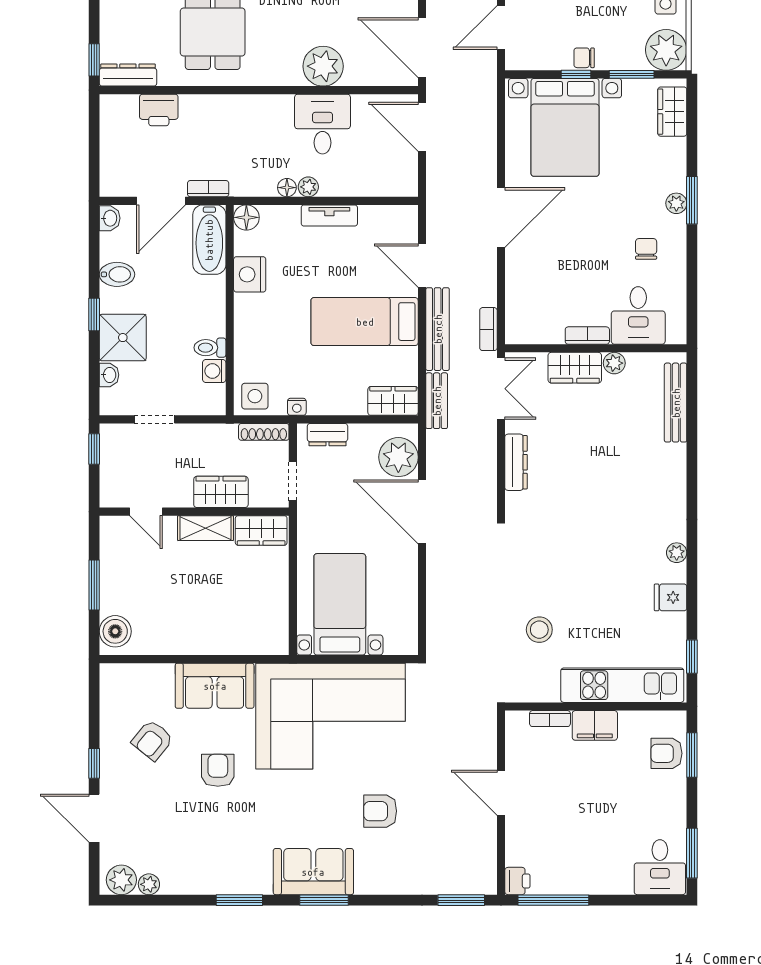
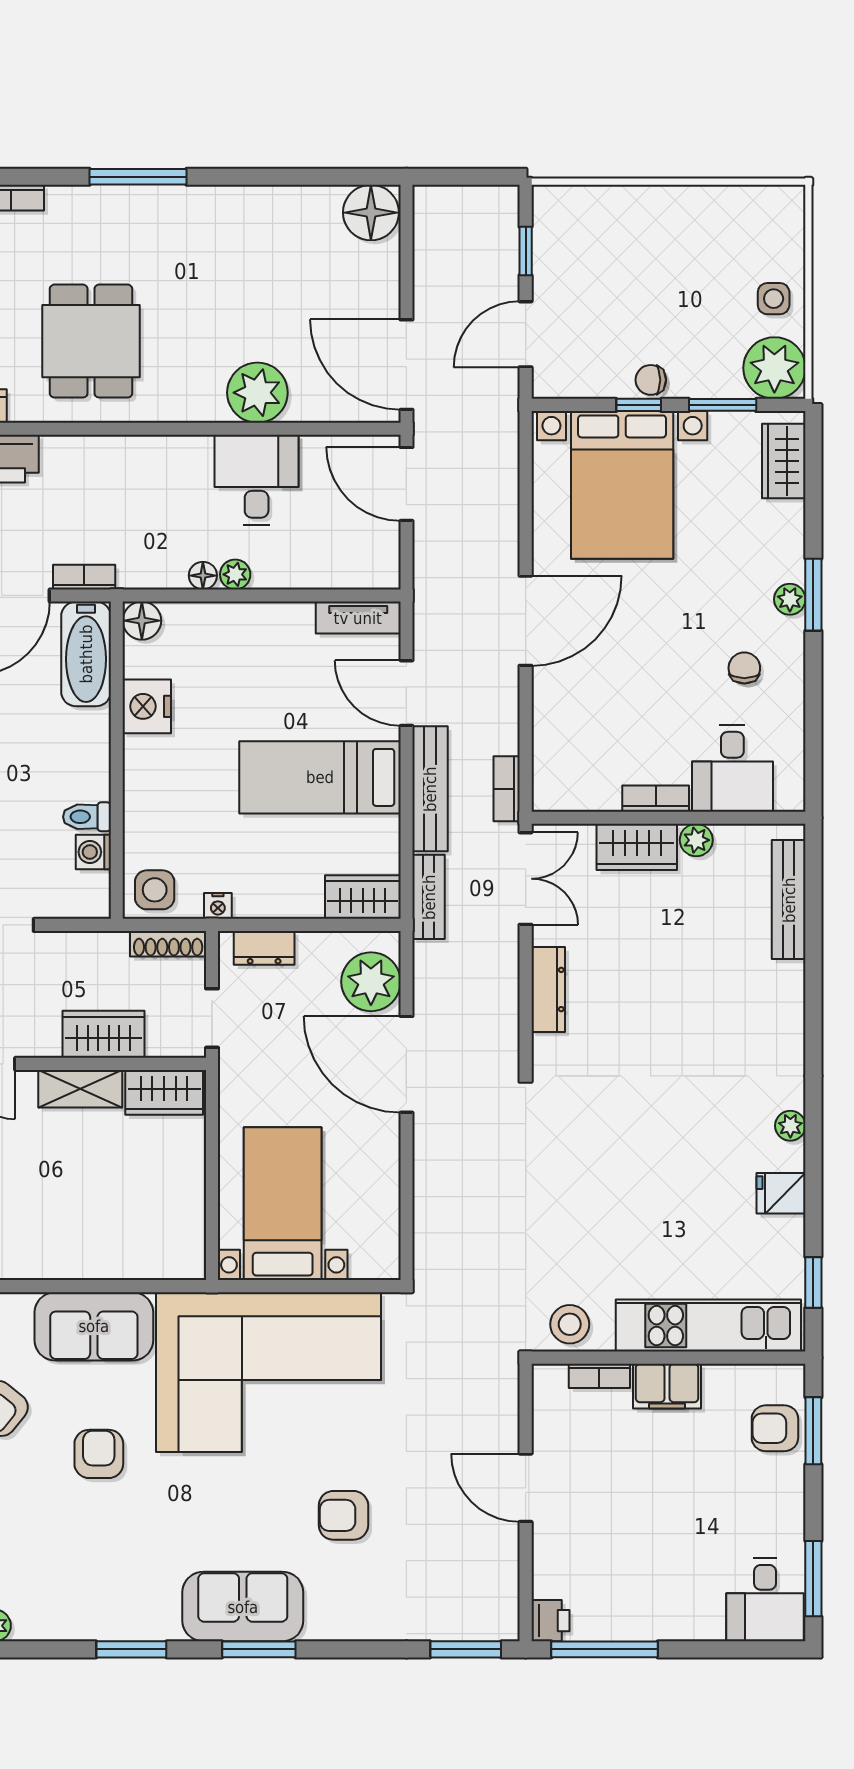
tv unit: (329, 215) -> (358, 618), moved
stool: (539, 630) -> (570, 1324), moved

